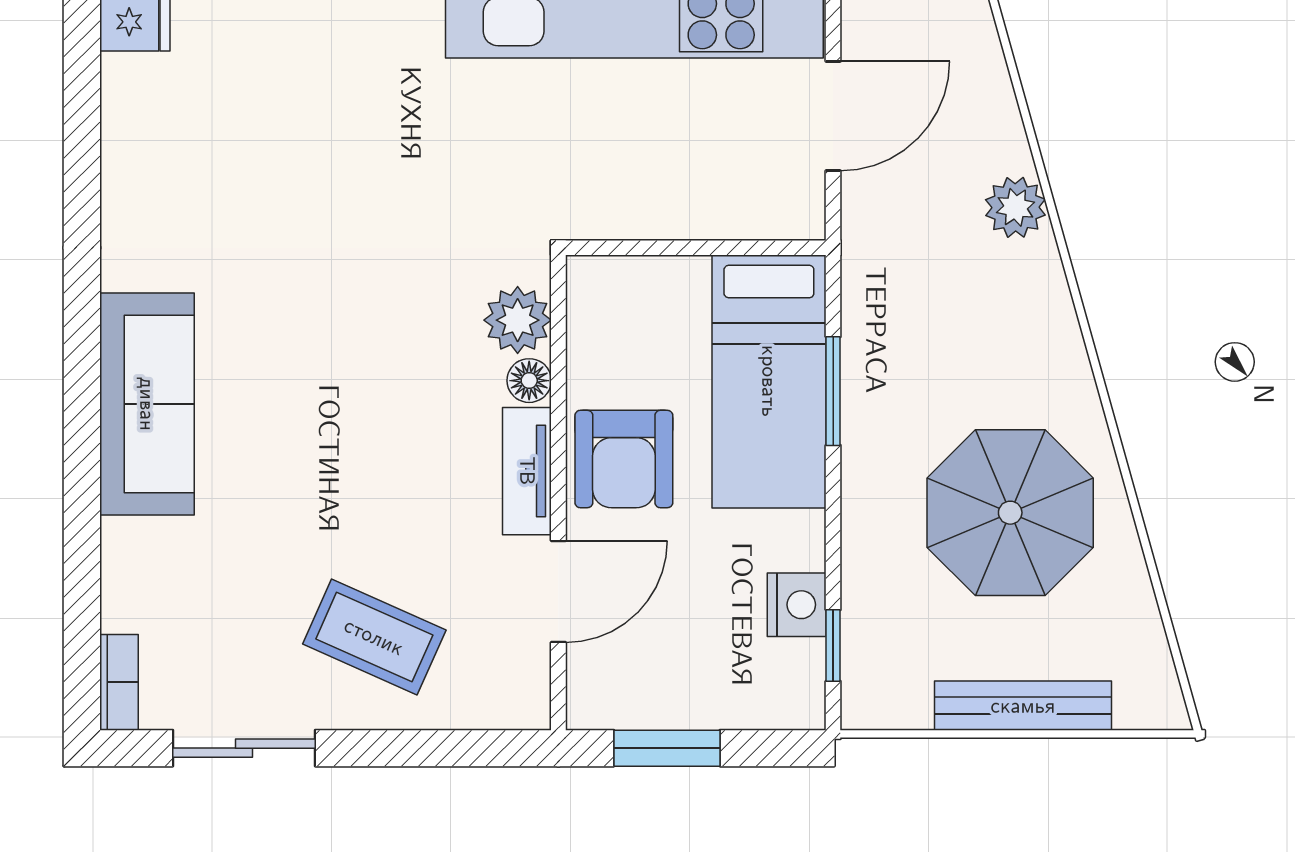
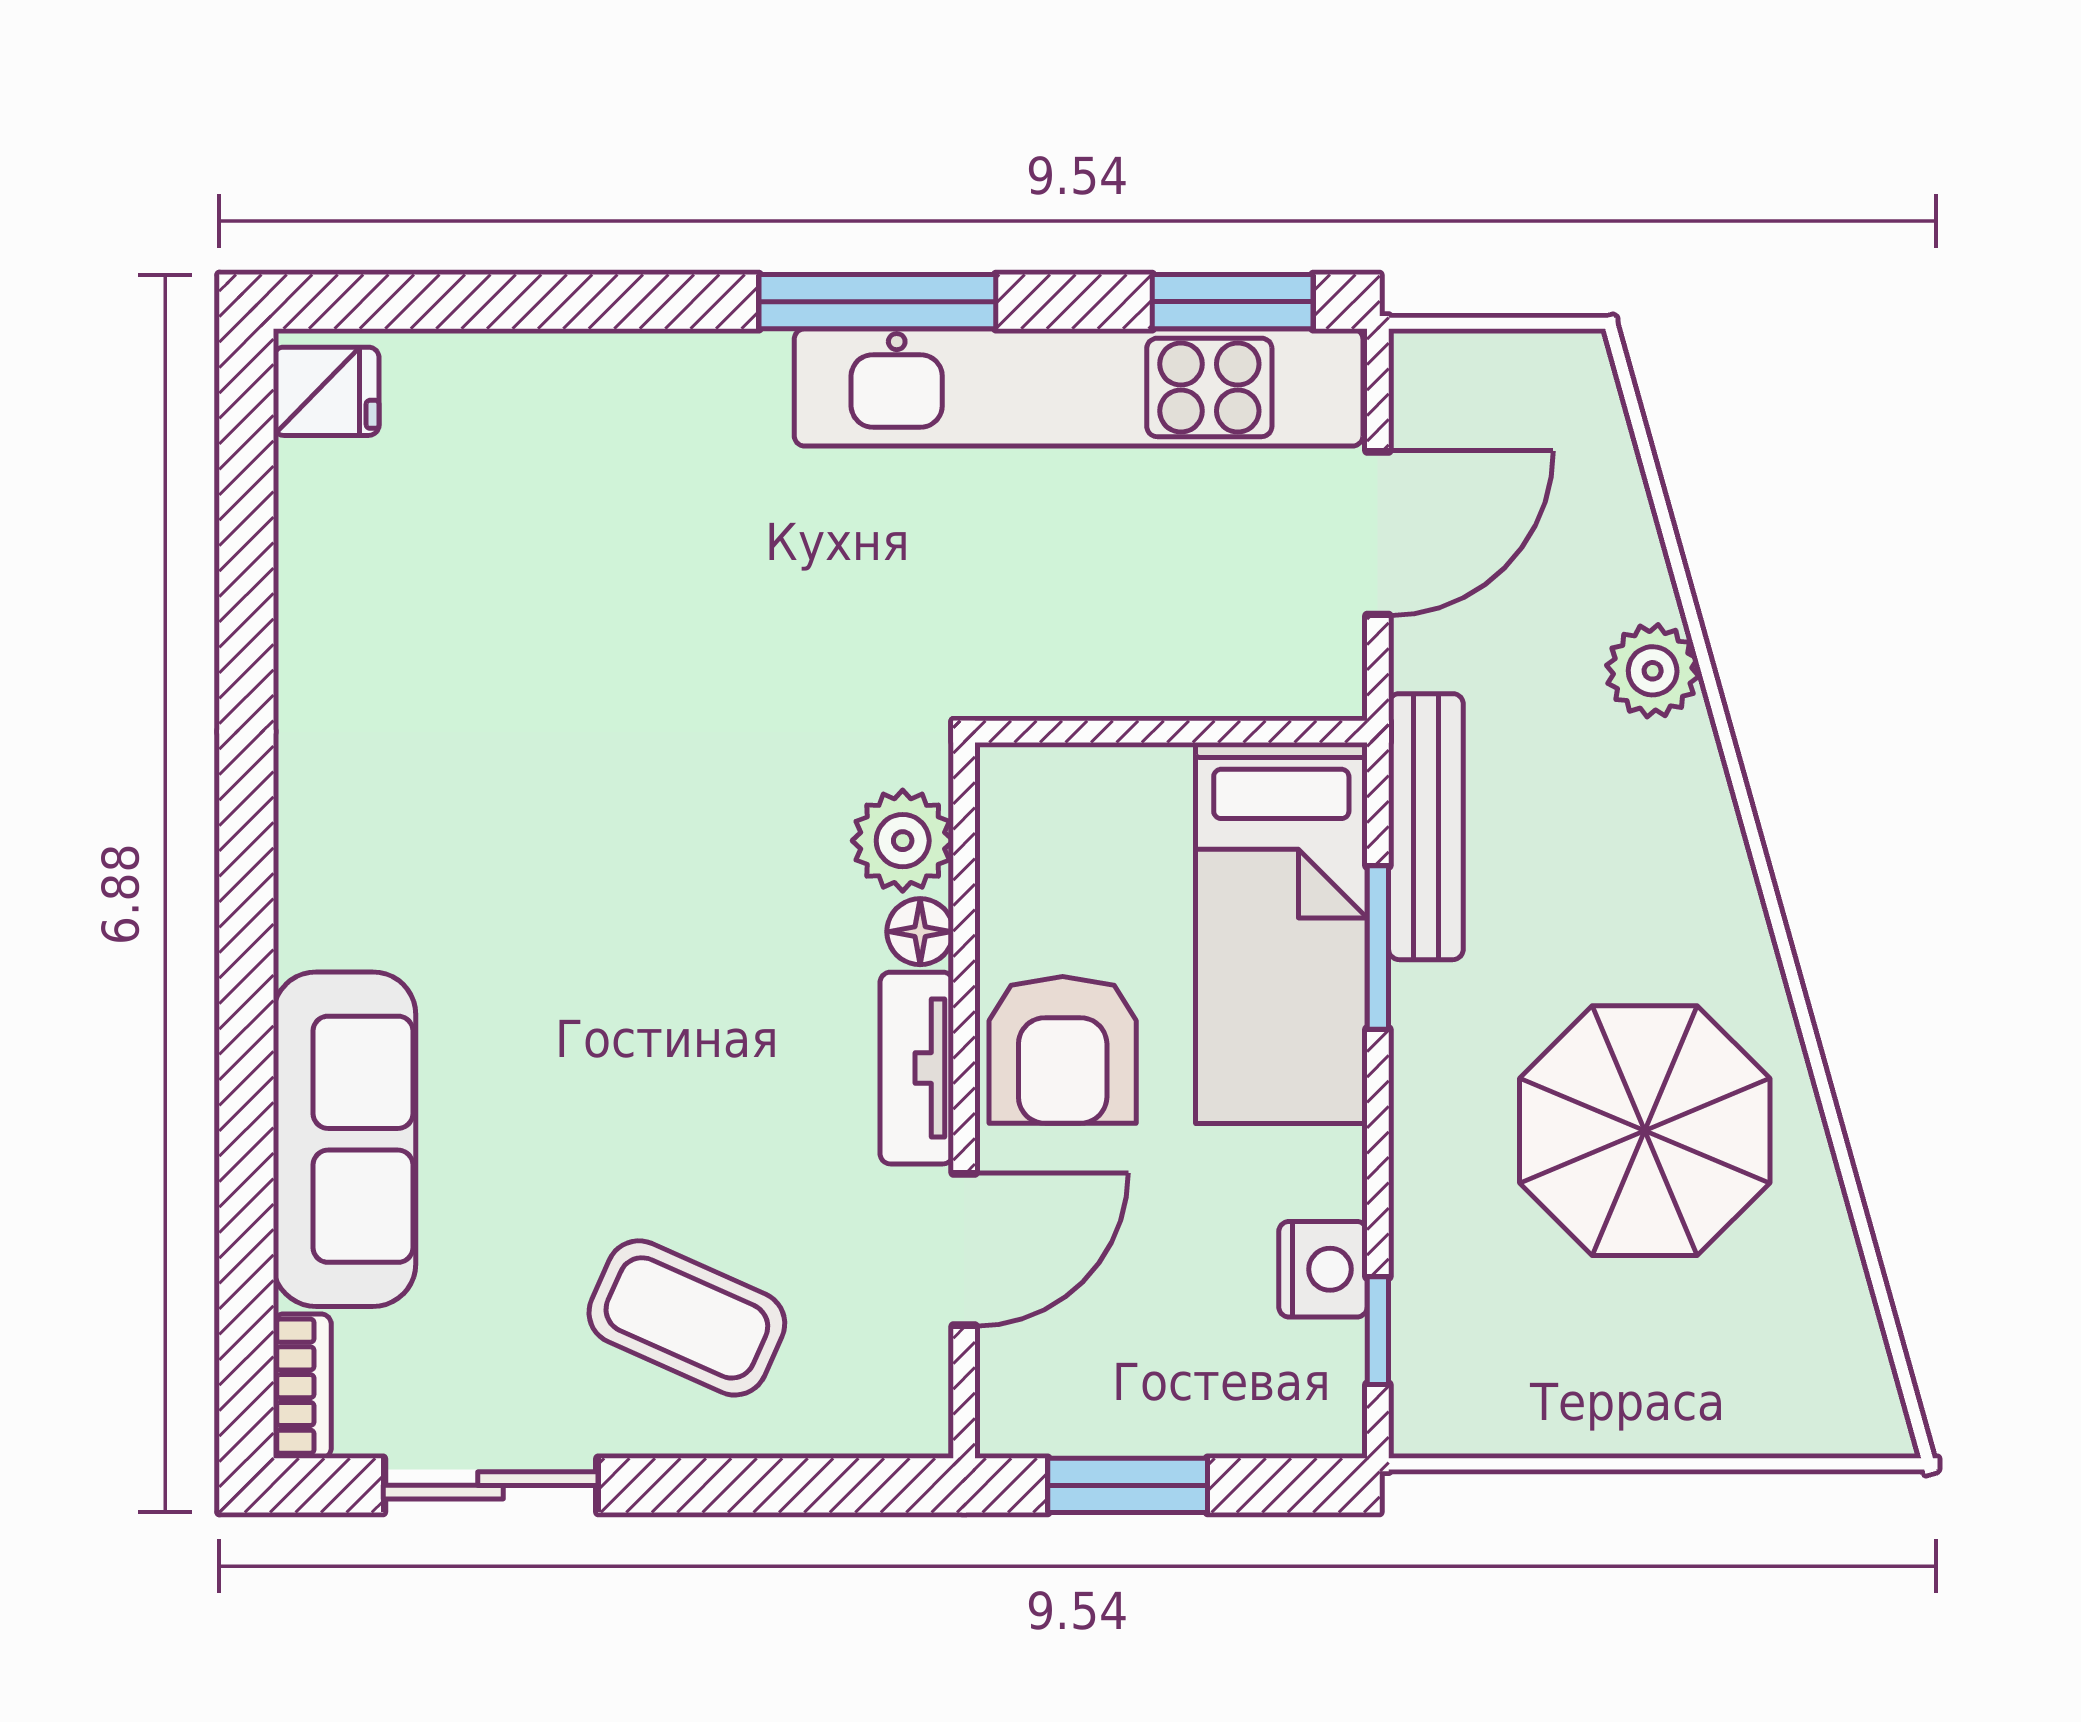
sofa: (147, 404) -> (344, 1139), moved
bench: (1023, 706) -> (1426, 827), moved, turned 90

